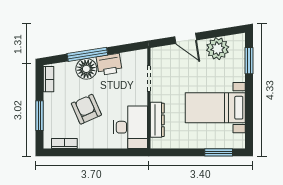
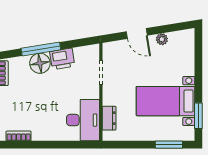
plant: (218, 49) -> (162, 39), width x0.53, depth x0.53
window: (249, 61) -> (198, 116), moved
armchair: (86, 109) -> (40, 102), removed
dresser: (157, 120) -> (109, 118), width x0.70

